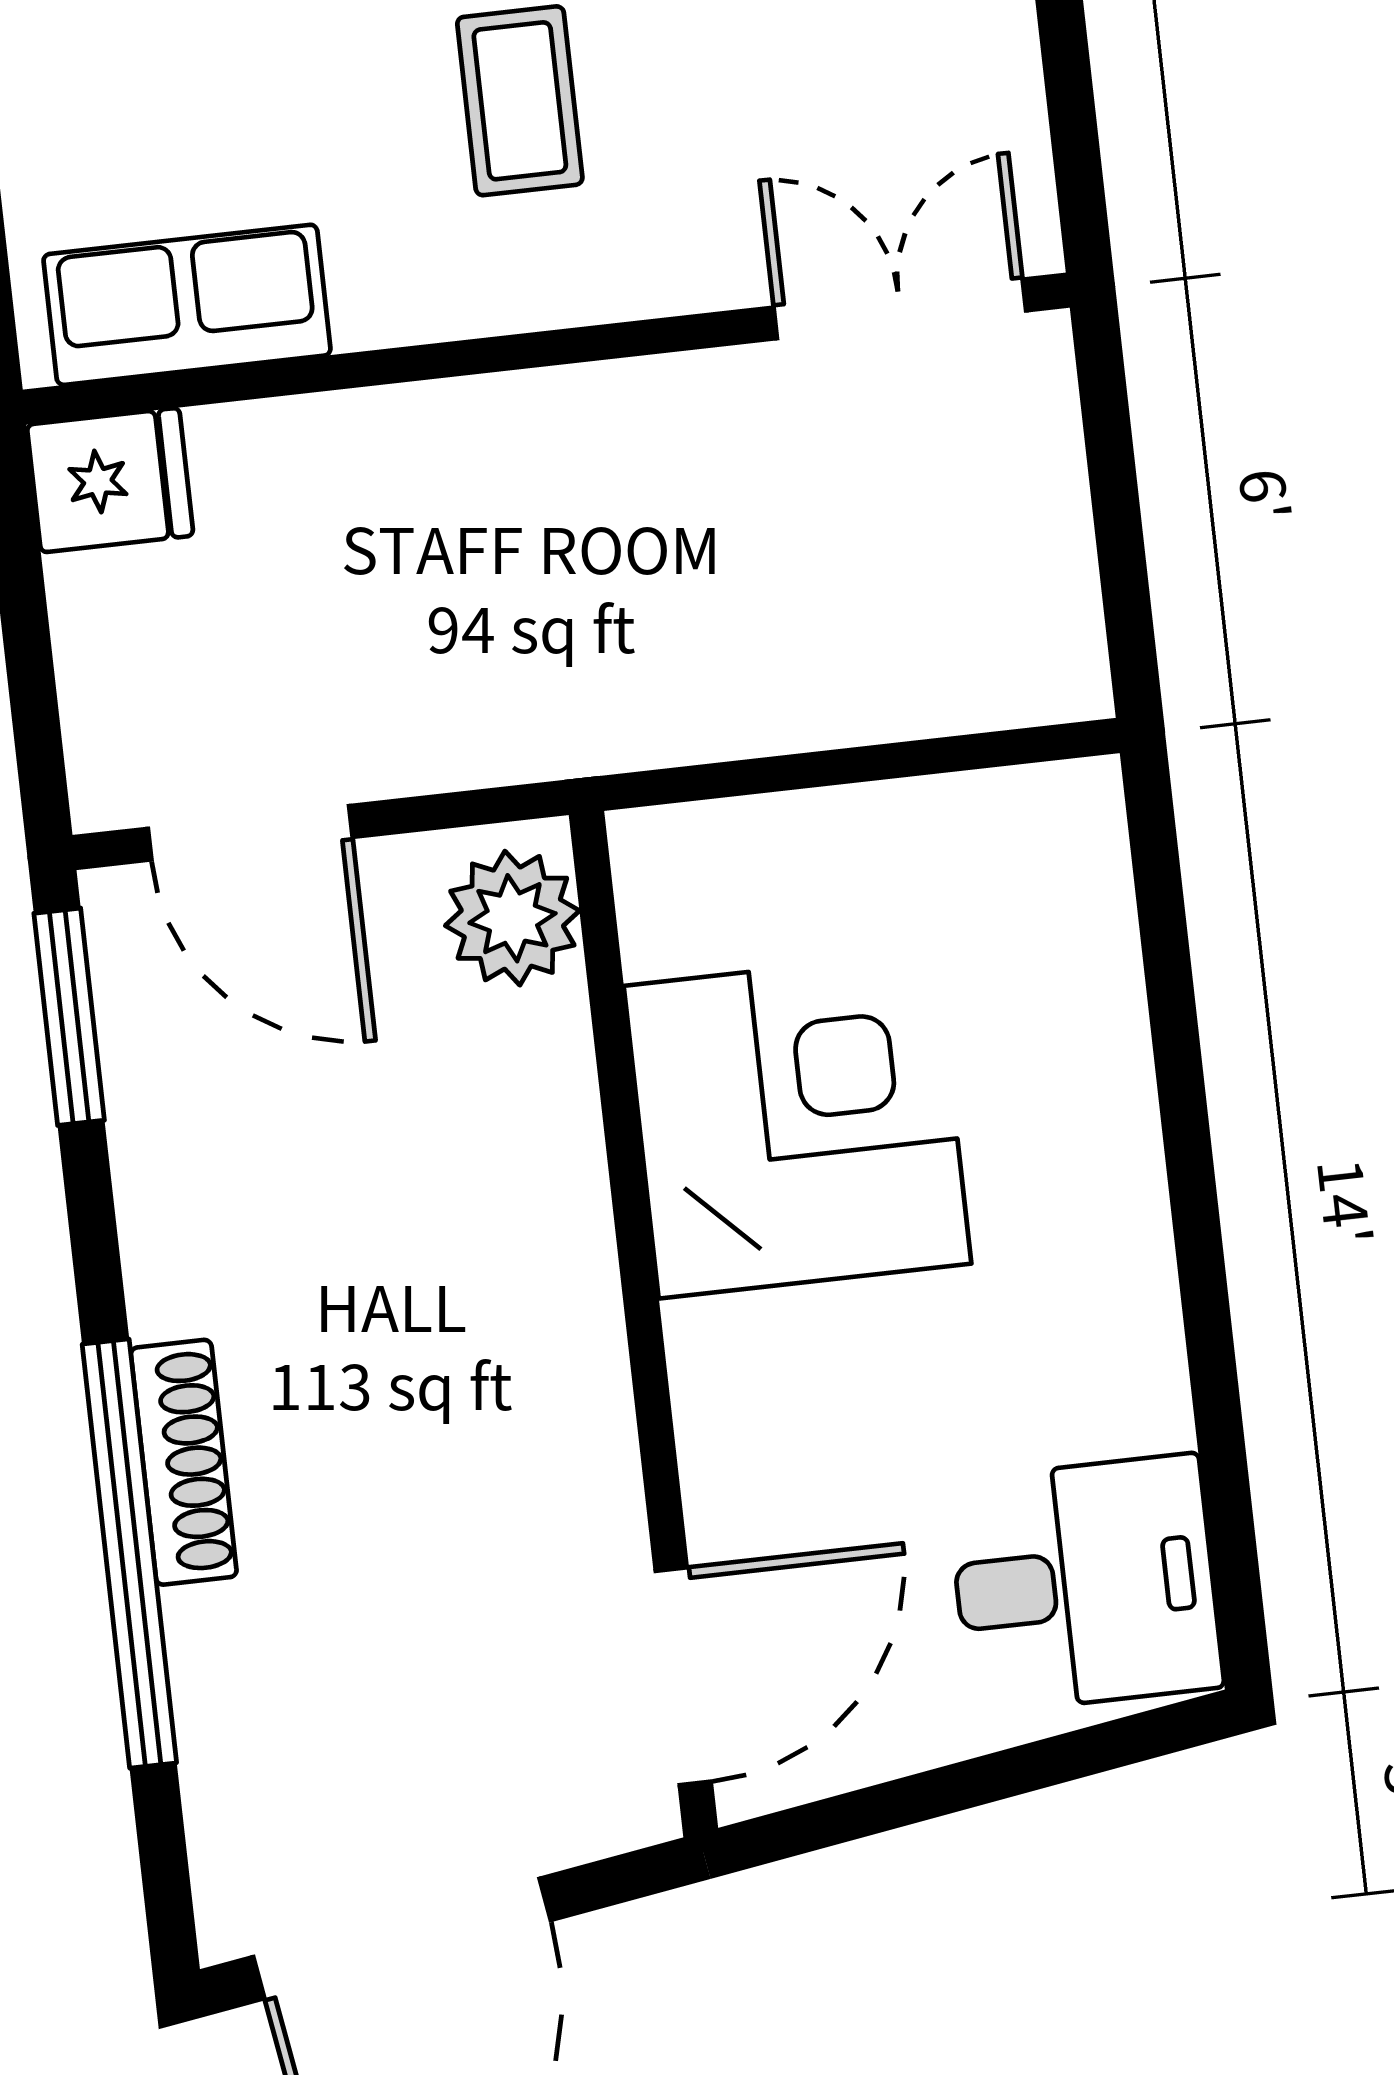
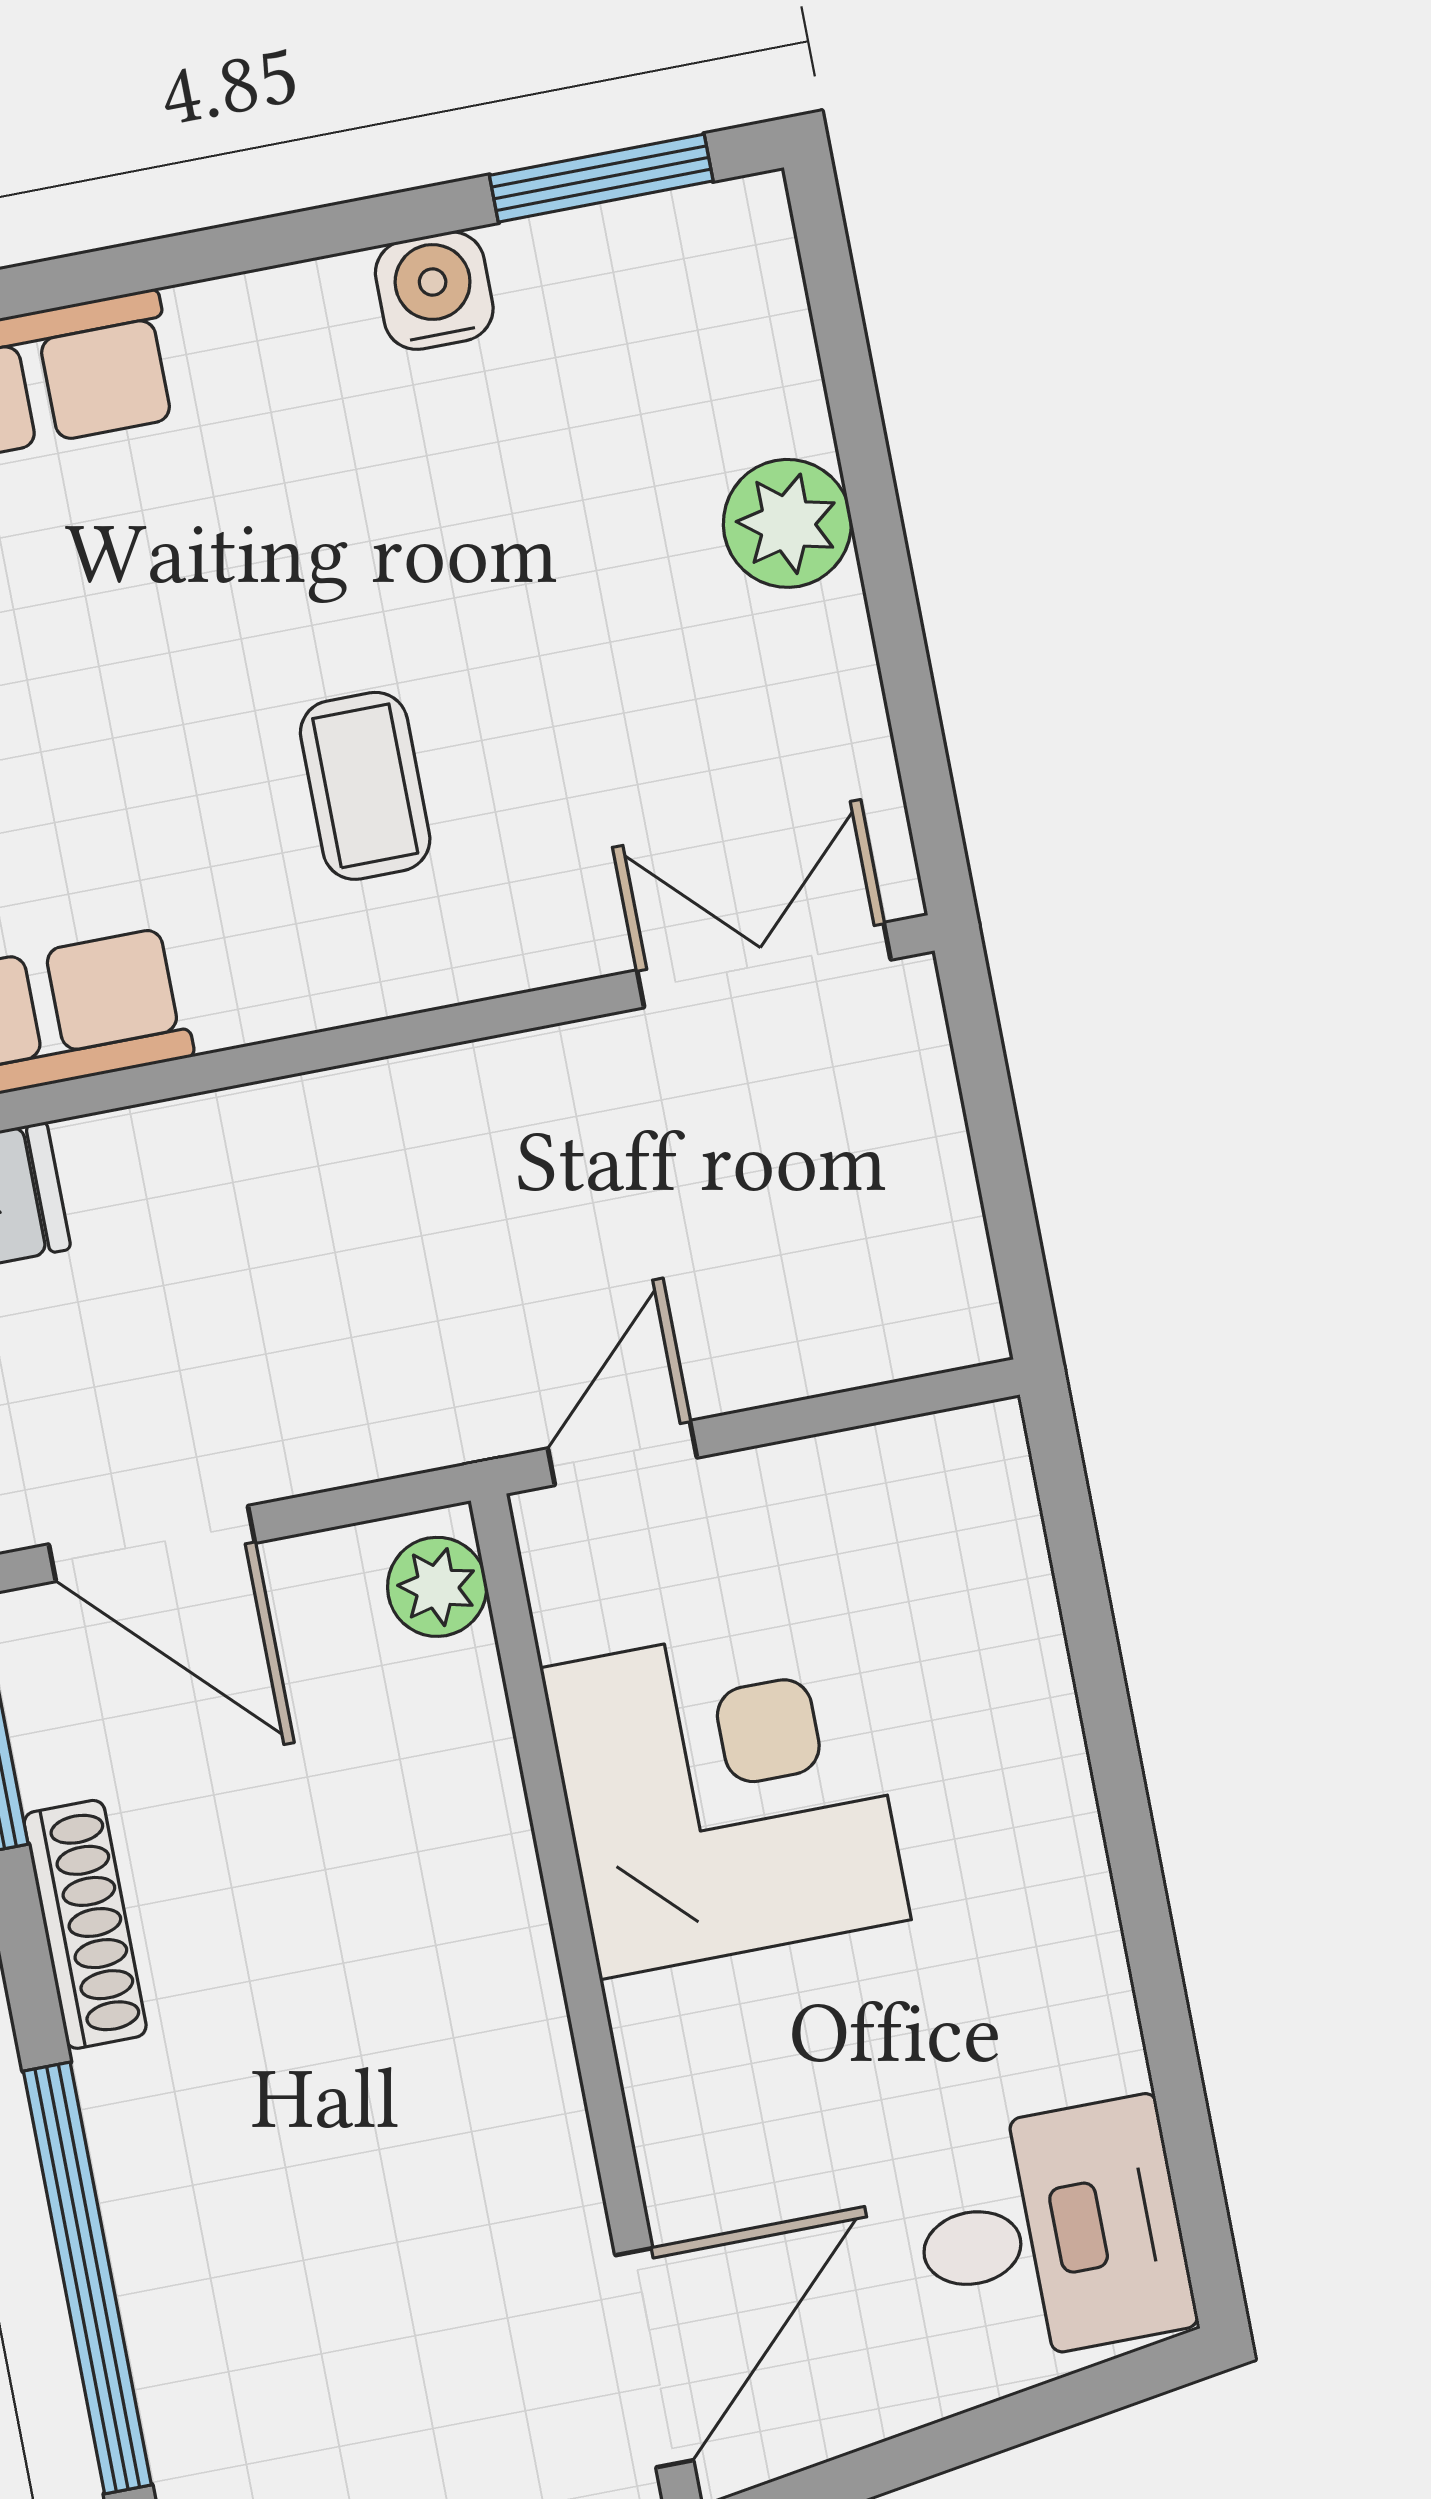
door: (722, 780) -> (622, 1453), added
plant: (512, 918) -> (437, 1587), width x0.73, depth x0.73
shoe rack: (184, 1462) -> (85, 1924), moved

